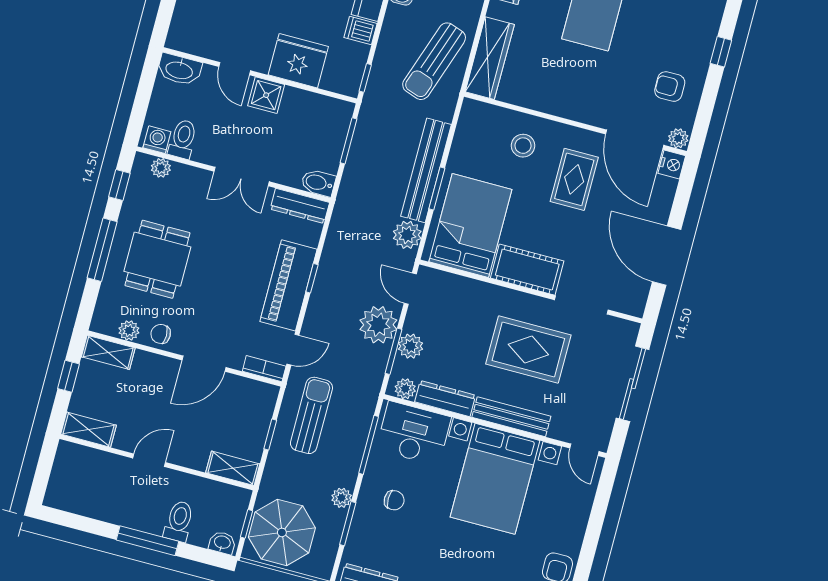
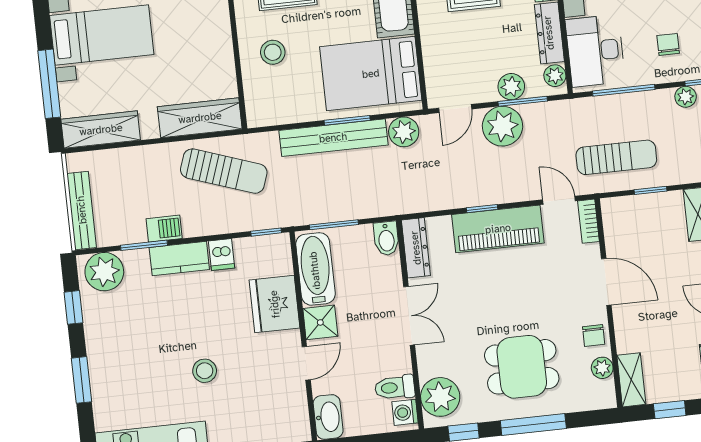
bathtub: (315, 109) -> (315, 269), added
plant: (161, 168) -> (440, 397), width x1.87, depth x1.87
sun lounger: (311, 415) -> (616, 157), turned 180

